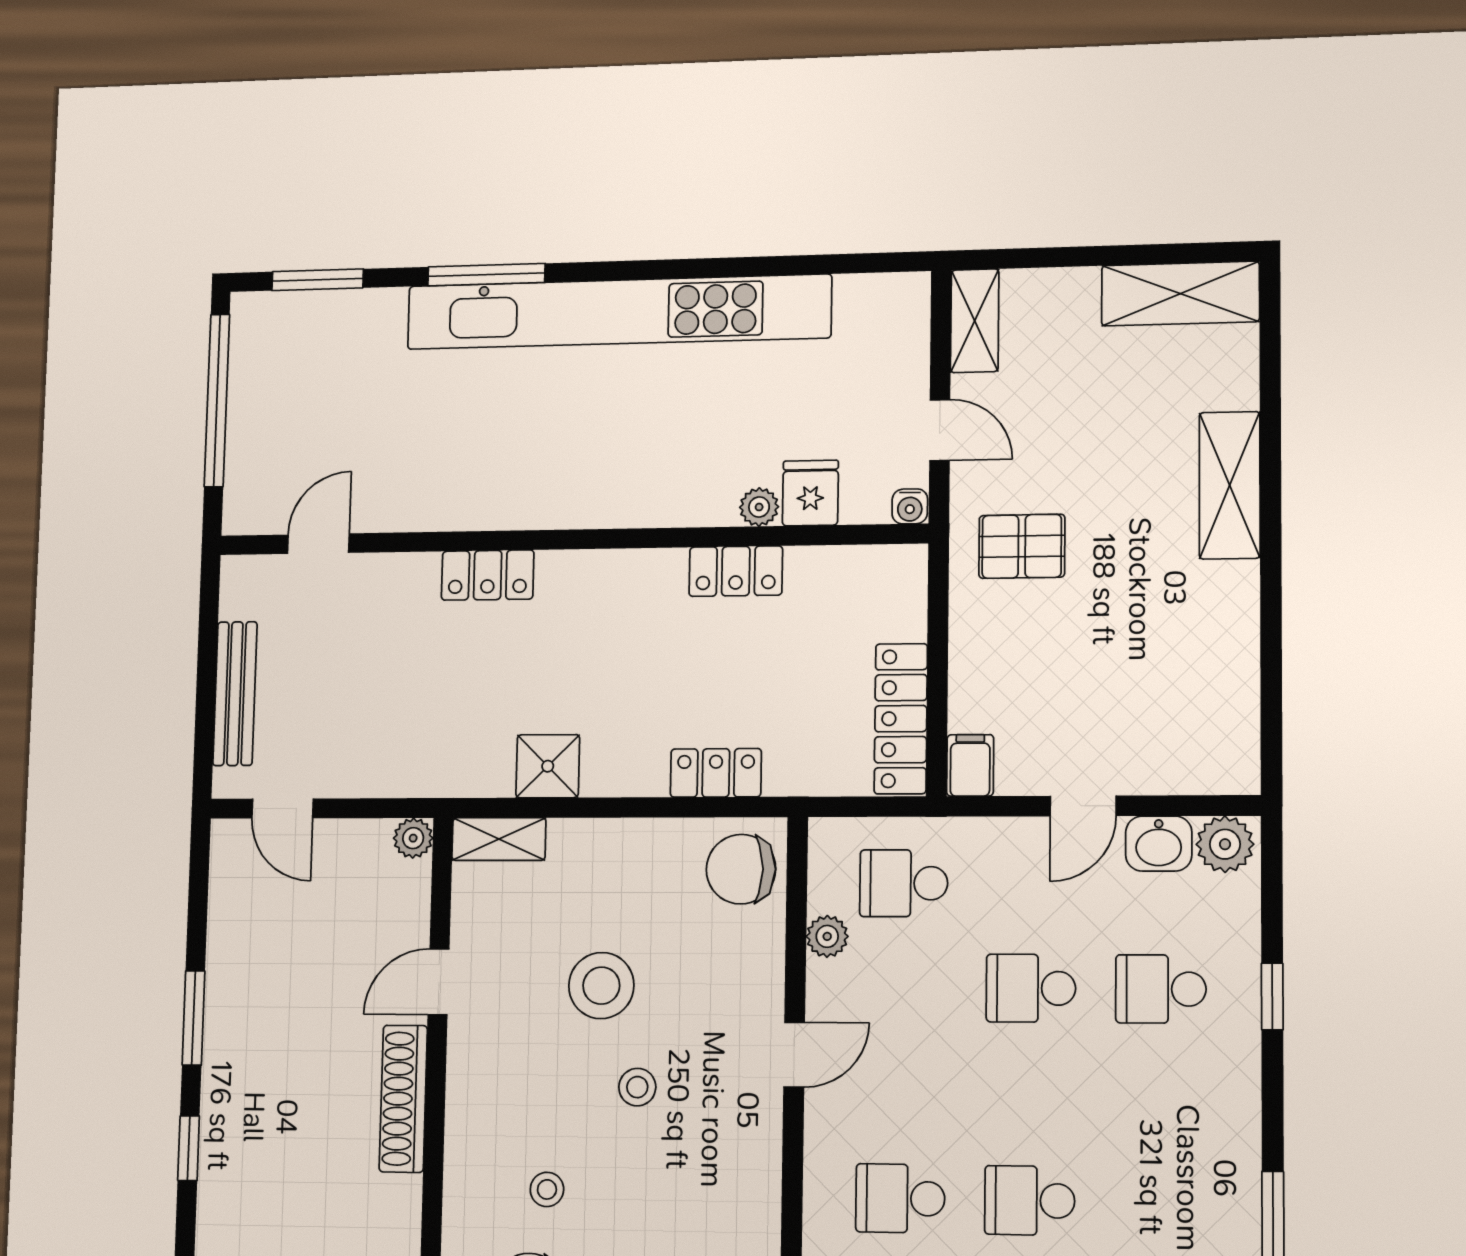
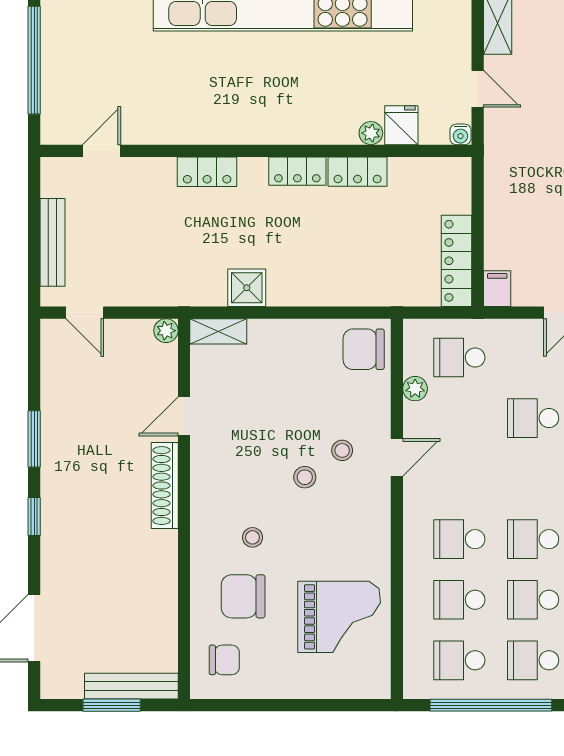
pallet: (1022, 546) -> (526, 159), removed
locker: (716, 773) -> (297, 171), moved, turned 180
stool: (601, 986) -> (342, 450), moved, width x0.53, depth x0.53

